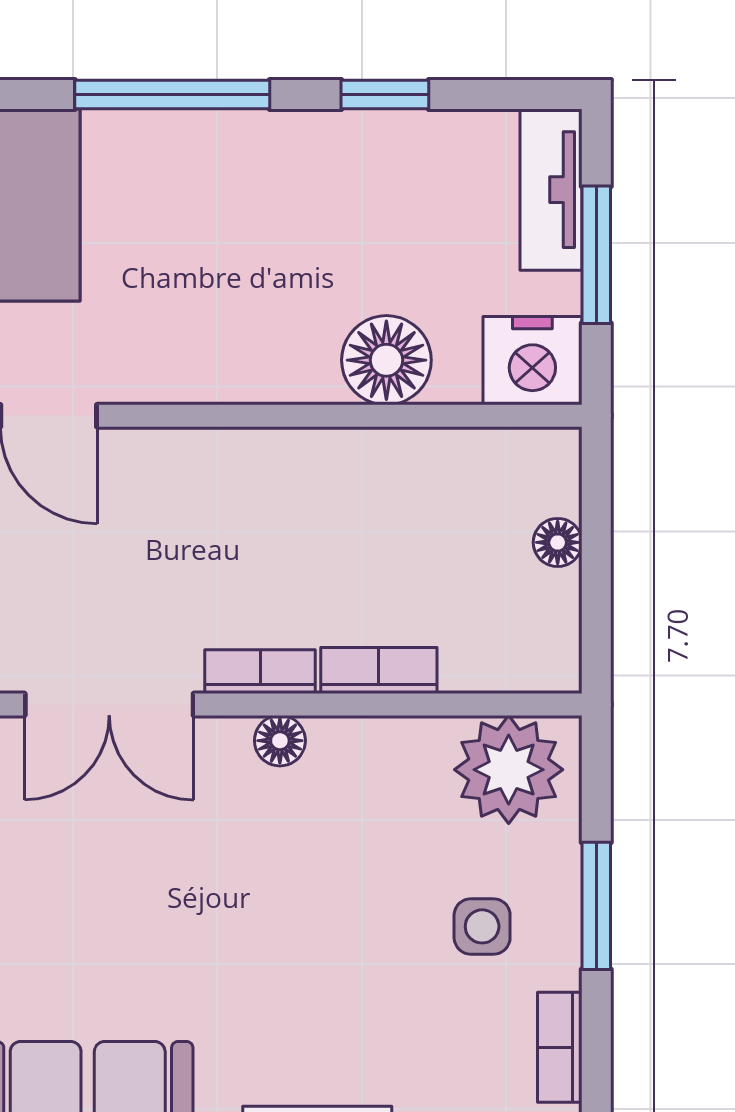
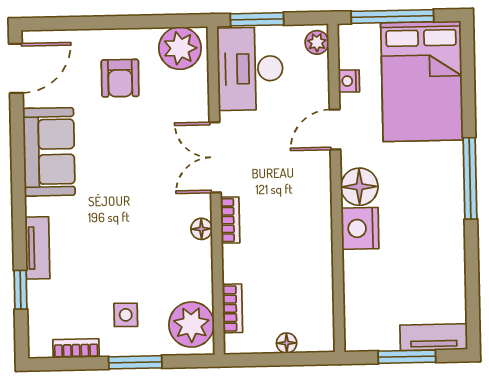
window: (385, 95) -> (472, 267), removed
floor lamp: (386, 360) -> (359, 187), moved
nightstand: (532, 361) -> (360, 228), moved
bookcase: (379, 670) -> (232, 308), moved

